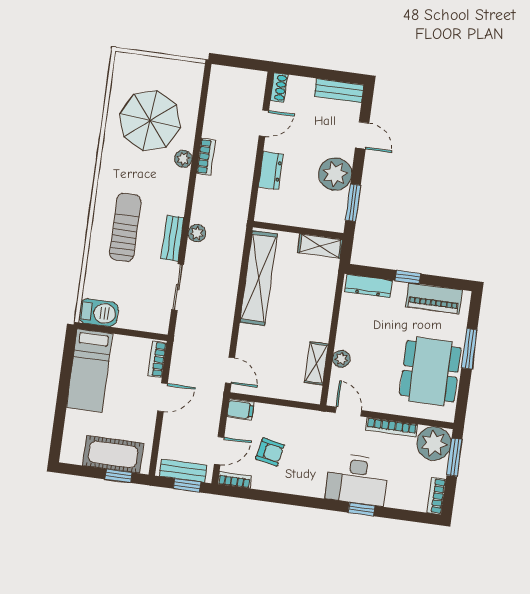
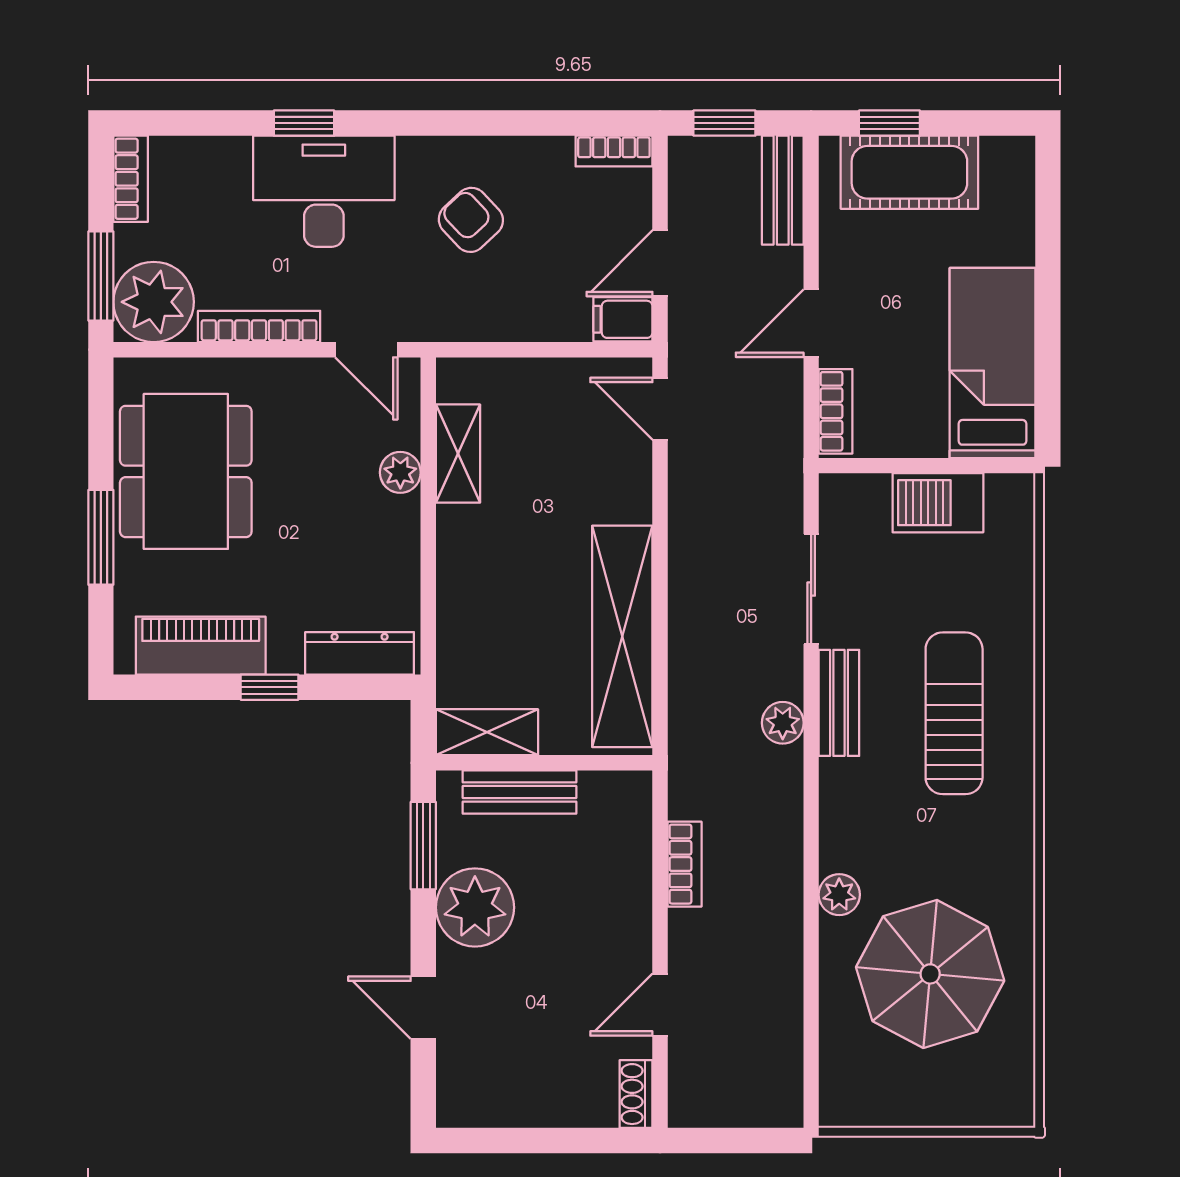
bench: (339, 91) -> (520, 792), moved
bookcase: (206, 157) -> (685, 864), moved, turned 180
dresser: (271, 171) -> (628, 895), removed
sun lounger: (125, 227) -> (954, 713), turned 180
barbecue: (98, 313) -> (938, 503), moved
door: (219, 451) -> (660, 263), moved
armchair: (270, 452) -> (471, 220), moved, turned 36
bench: (183, 471) -> (783, 190), moved, turned 90

